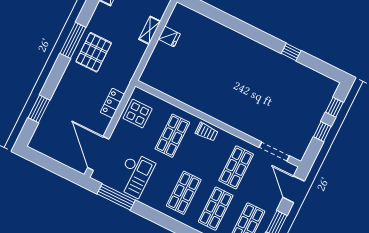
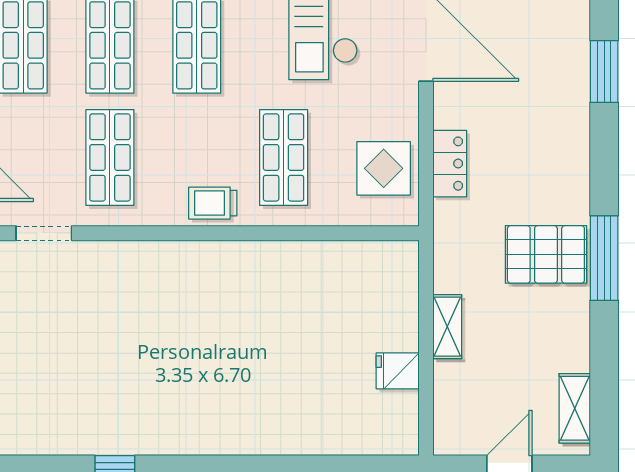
shelving: (150, 30) -> (447, 327), moved
pallet: (94, 52) -> (546, 254), turned 90
doorway: (274, 152) -> (44, 233), width x0.73

